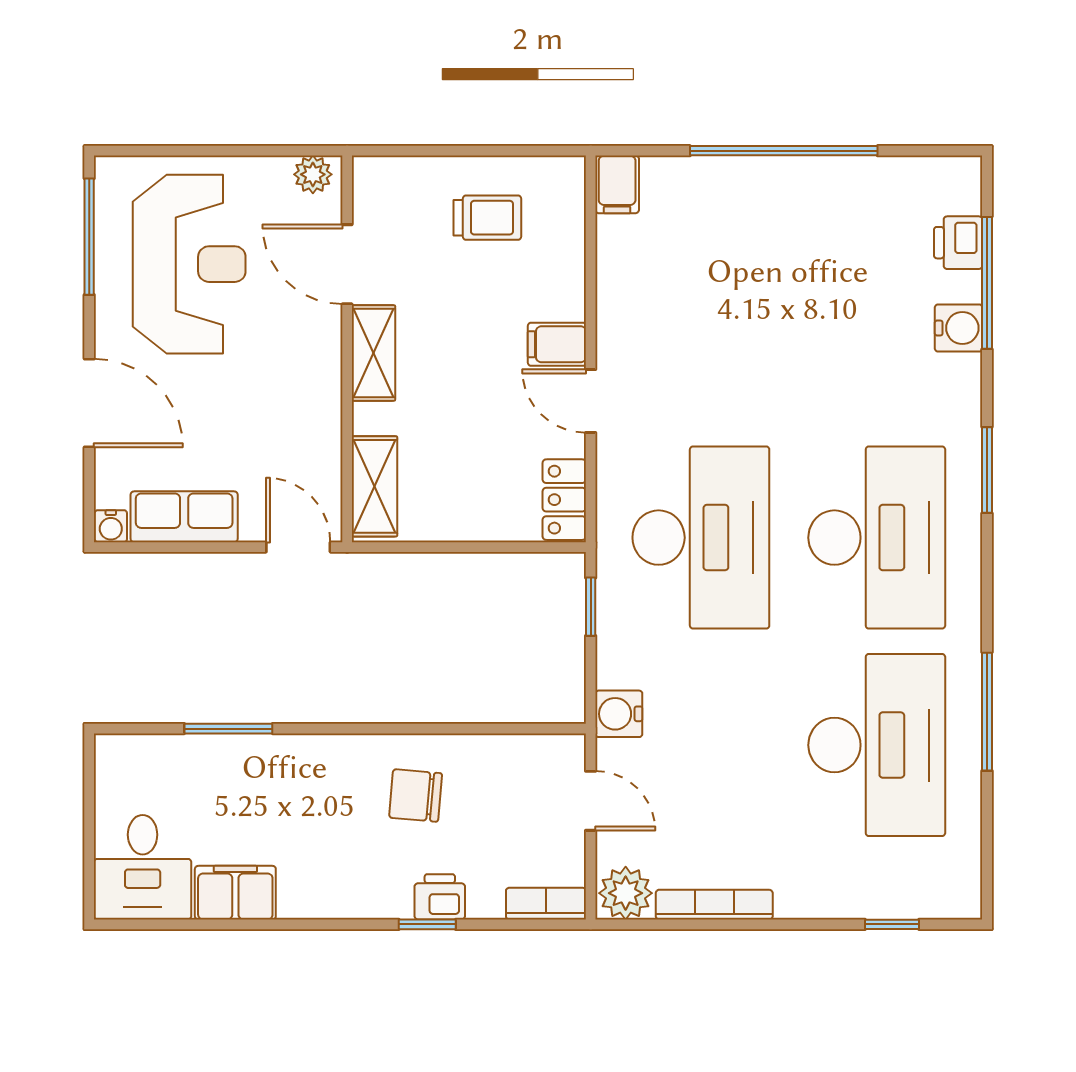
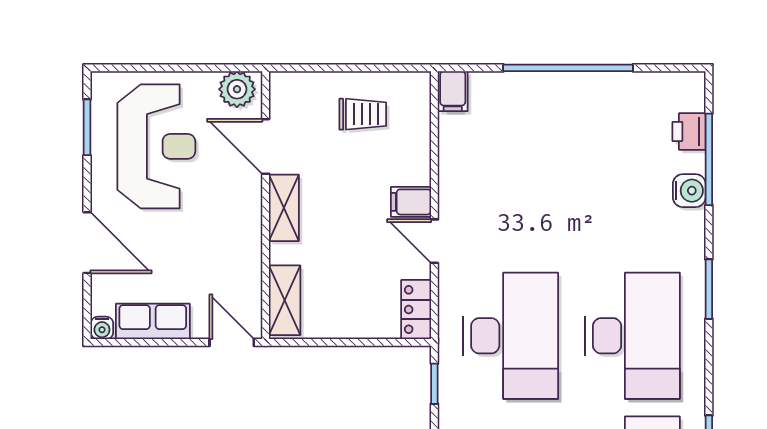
plant: (313, 174) -> (237, 89), width x1.38, depth x1.38
window: (89, 237) -> (87, 127), width x0.69

